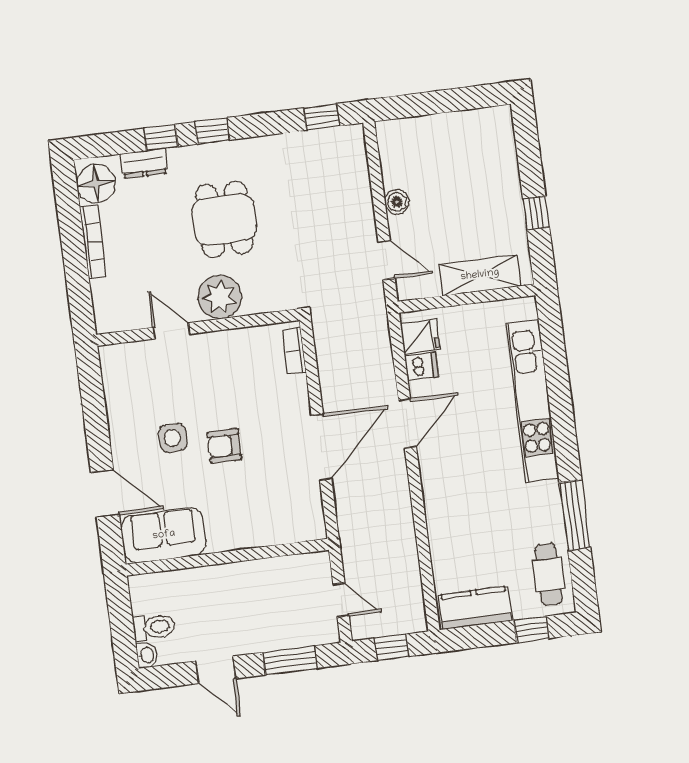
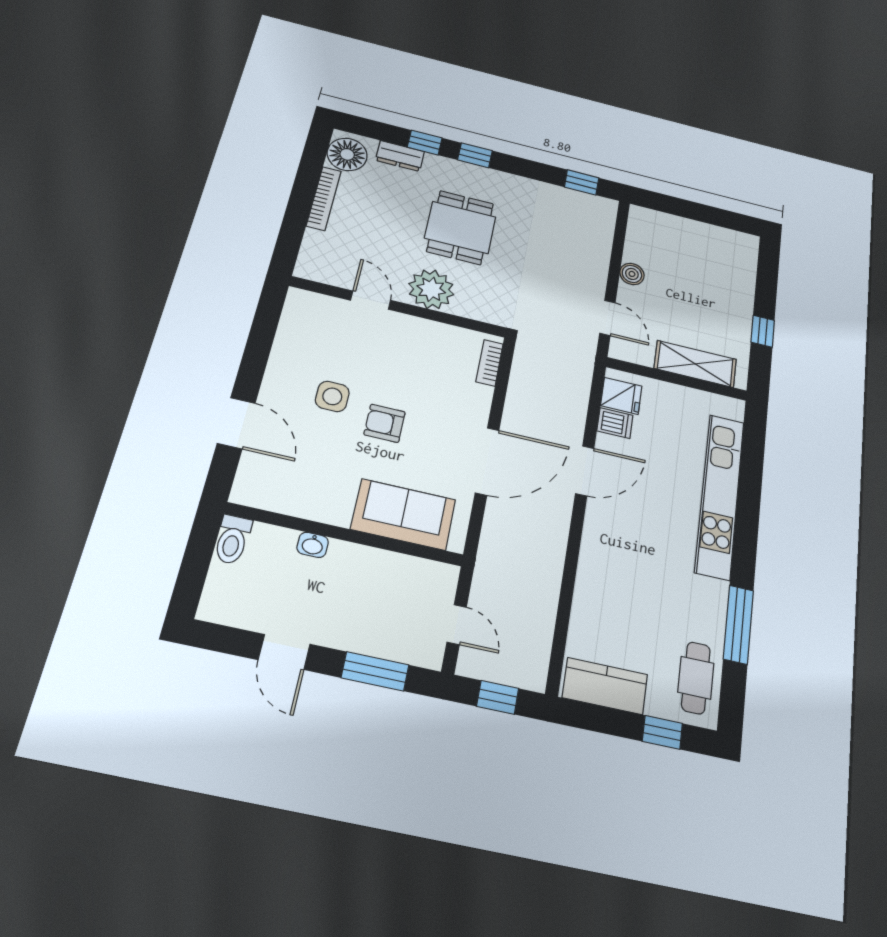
sofa: (164, 535) -> (403, 514), moved
toilet: (154, 627) -> (232, 540), moved, turned 90
washbasin: (147, 655) -> (313, 545), moved, turned 90

